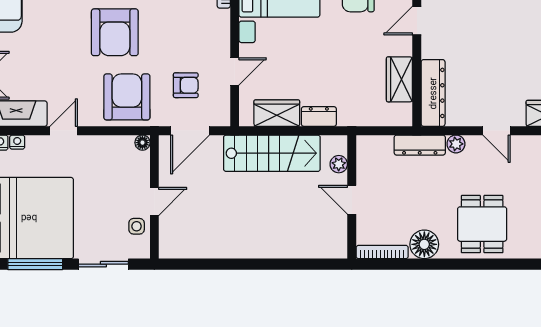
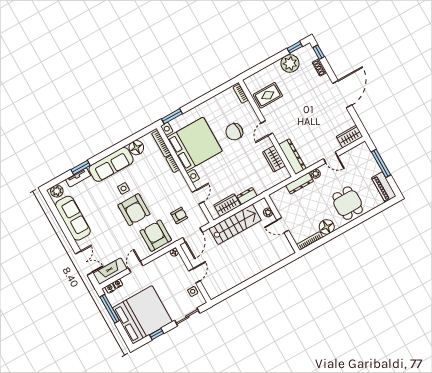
window: (35, 264) -> (157, 334), width x0.46

